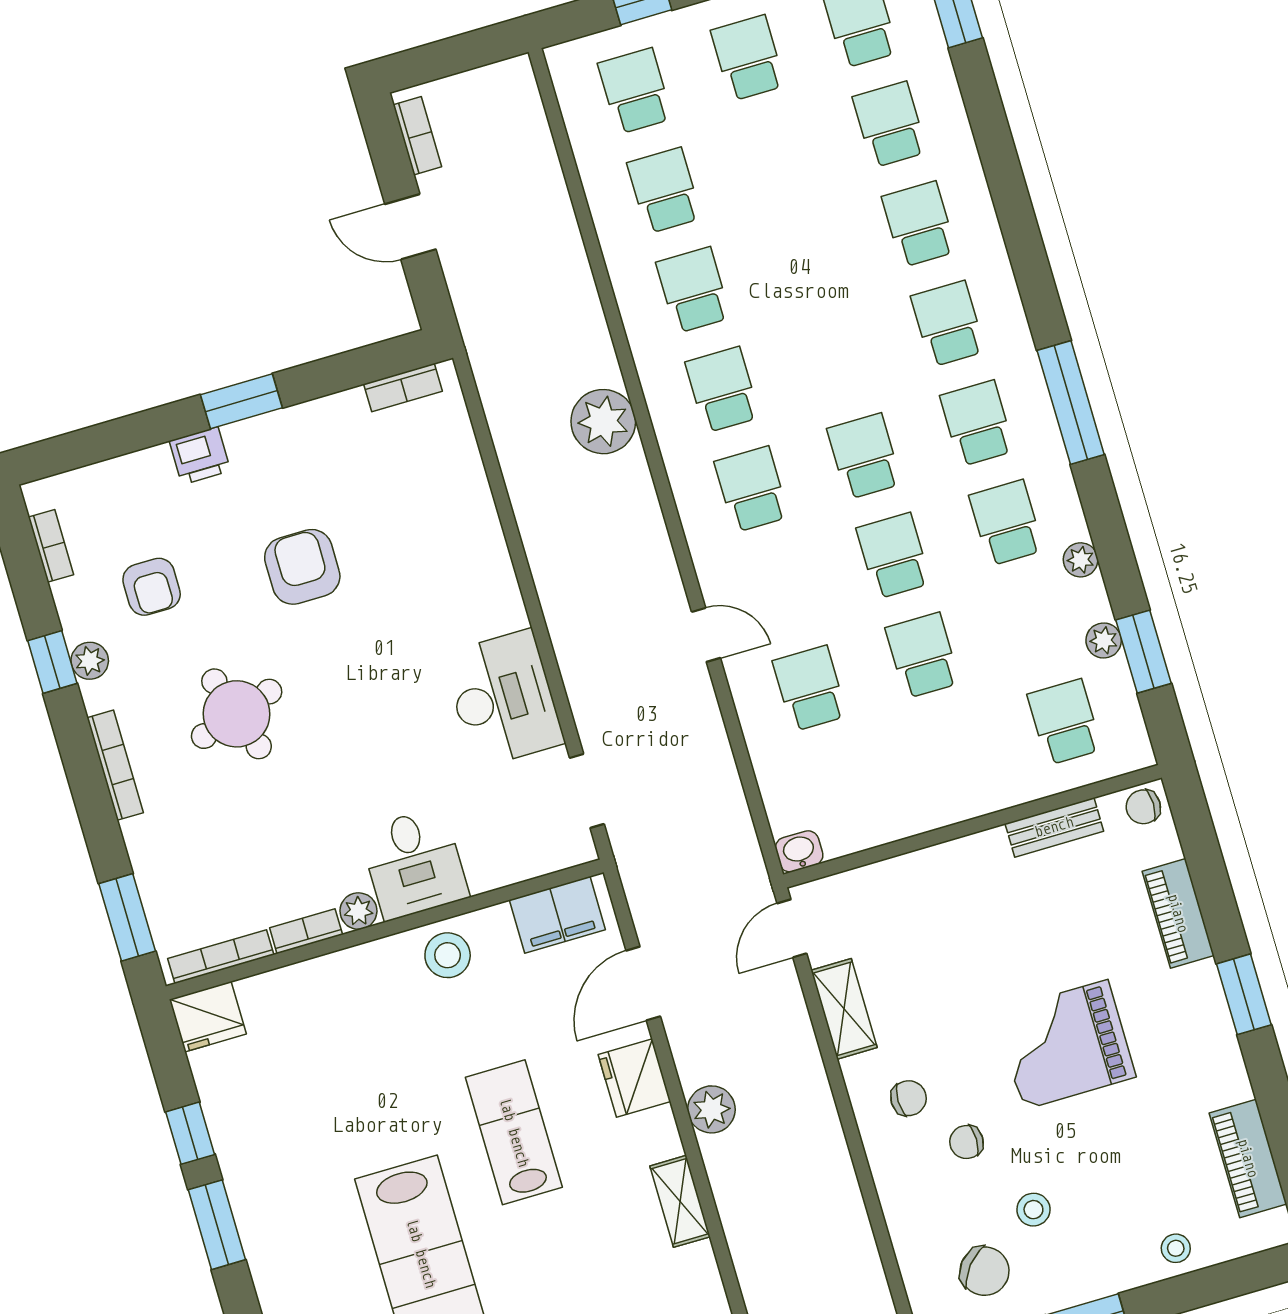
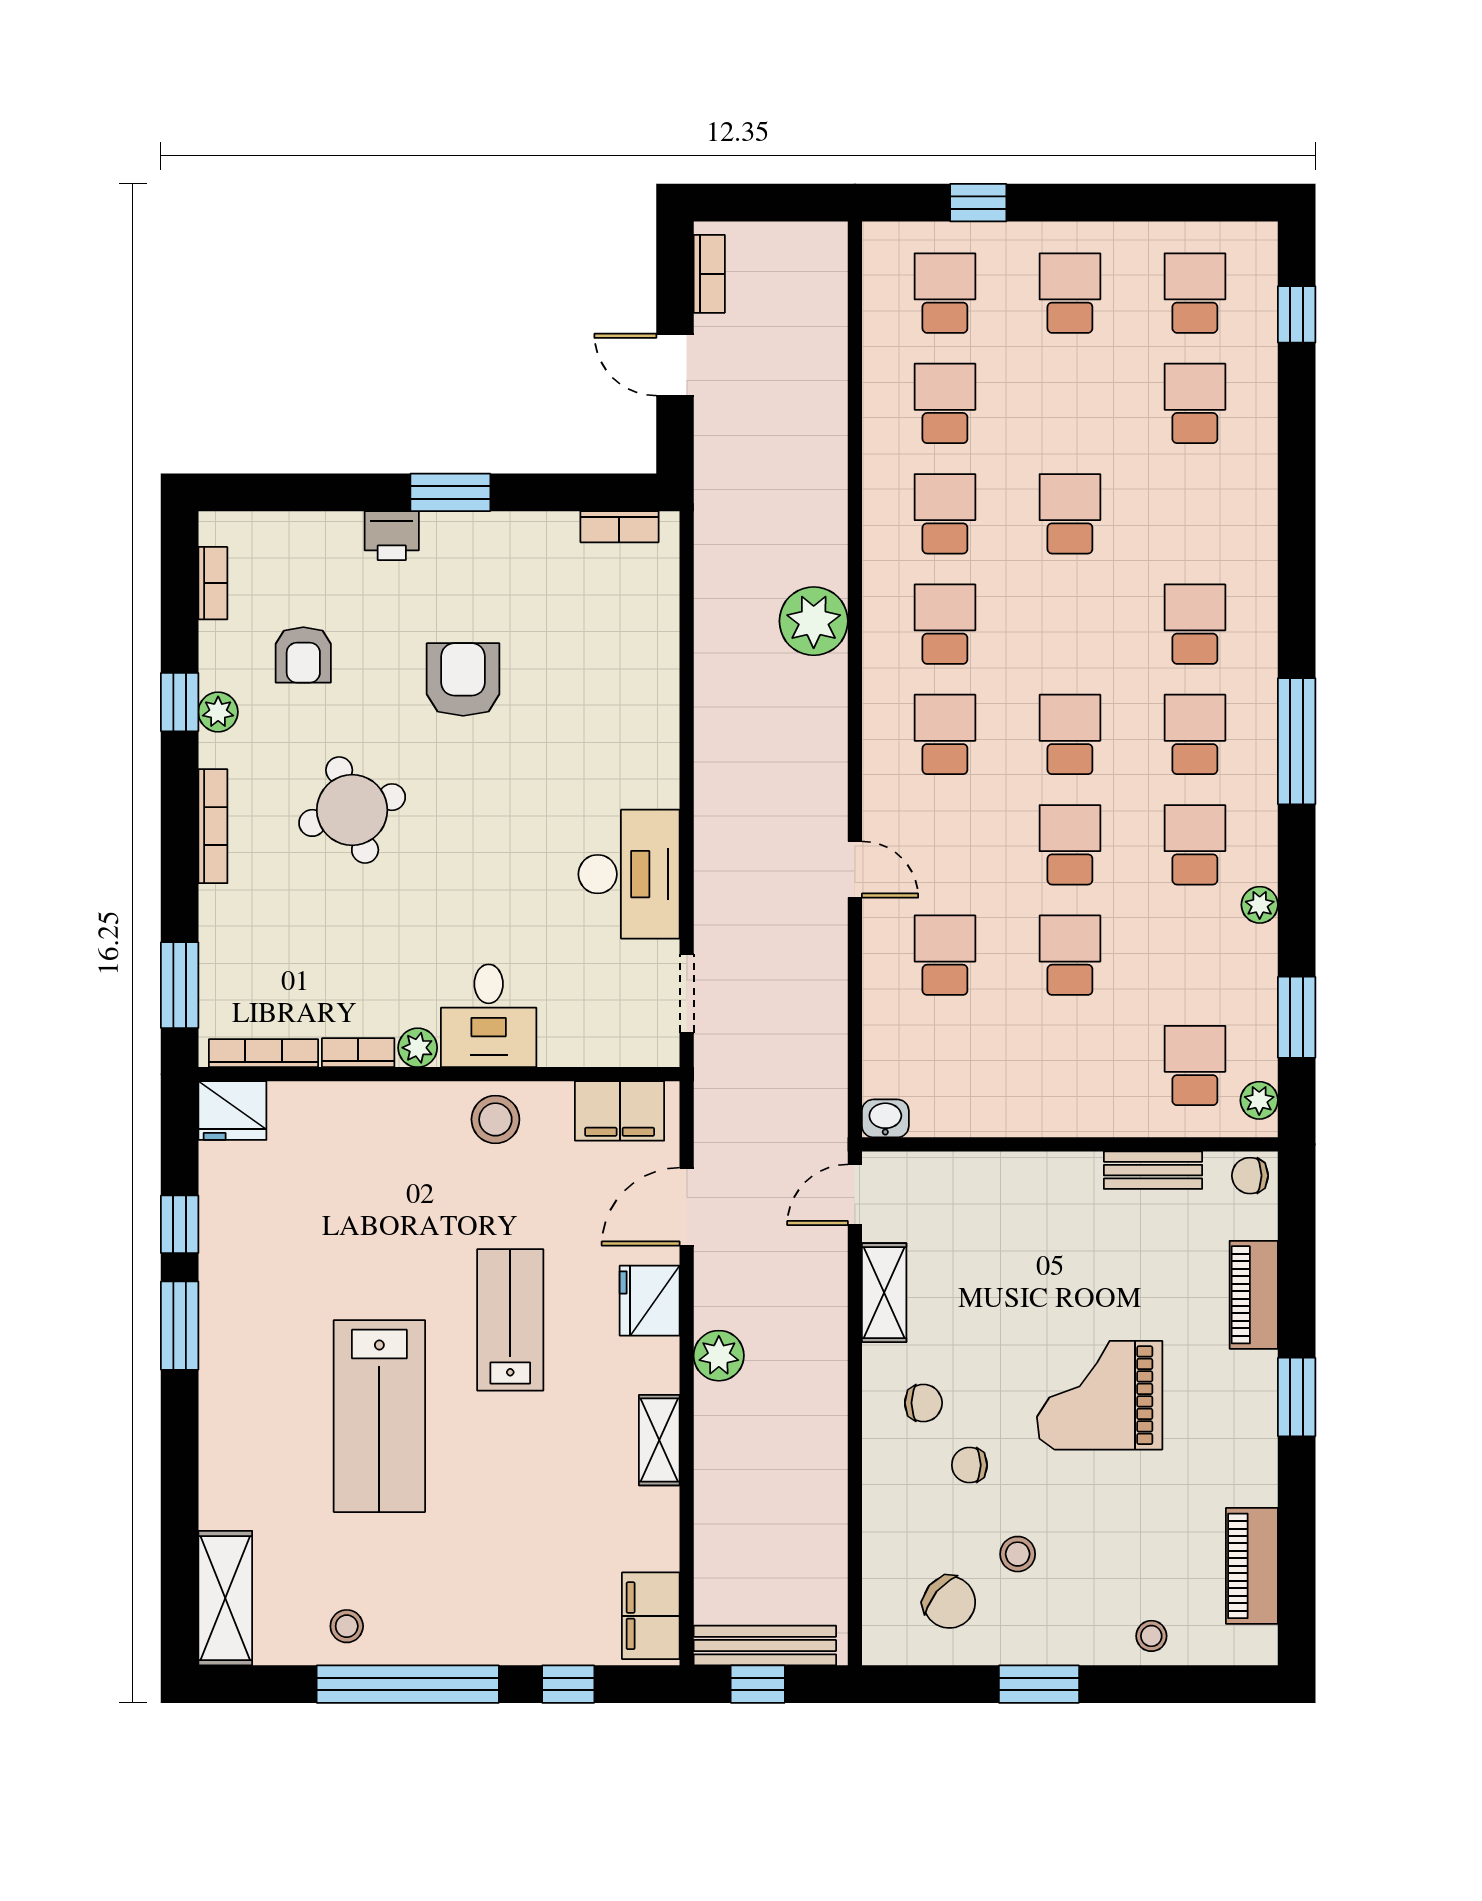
school desk: (919, 224) -> (1070, 514), moved
plant: (1104, 640) -> (1259, 1100), moved

